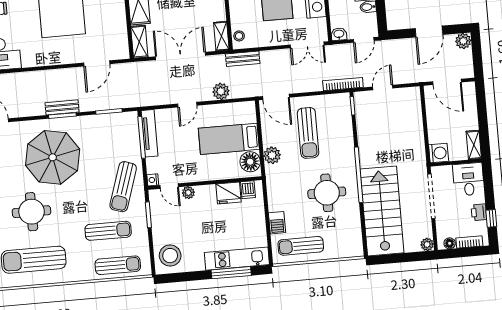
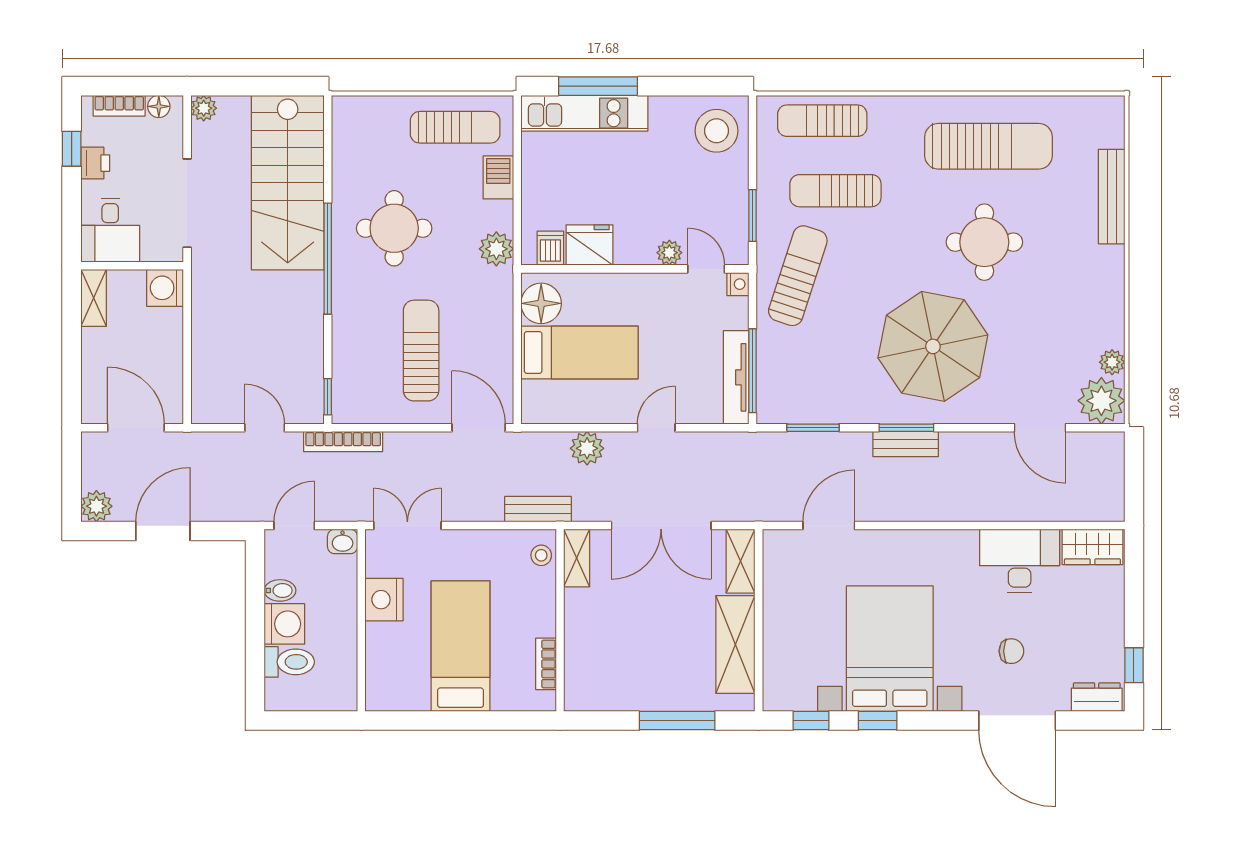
door: (383, 88) -> (265, 428), swing flipped
plant: (272, 155) -> (496, 249), moved

